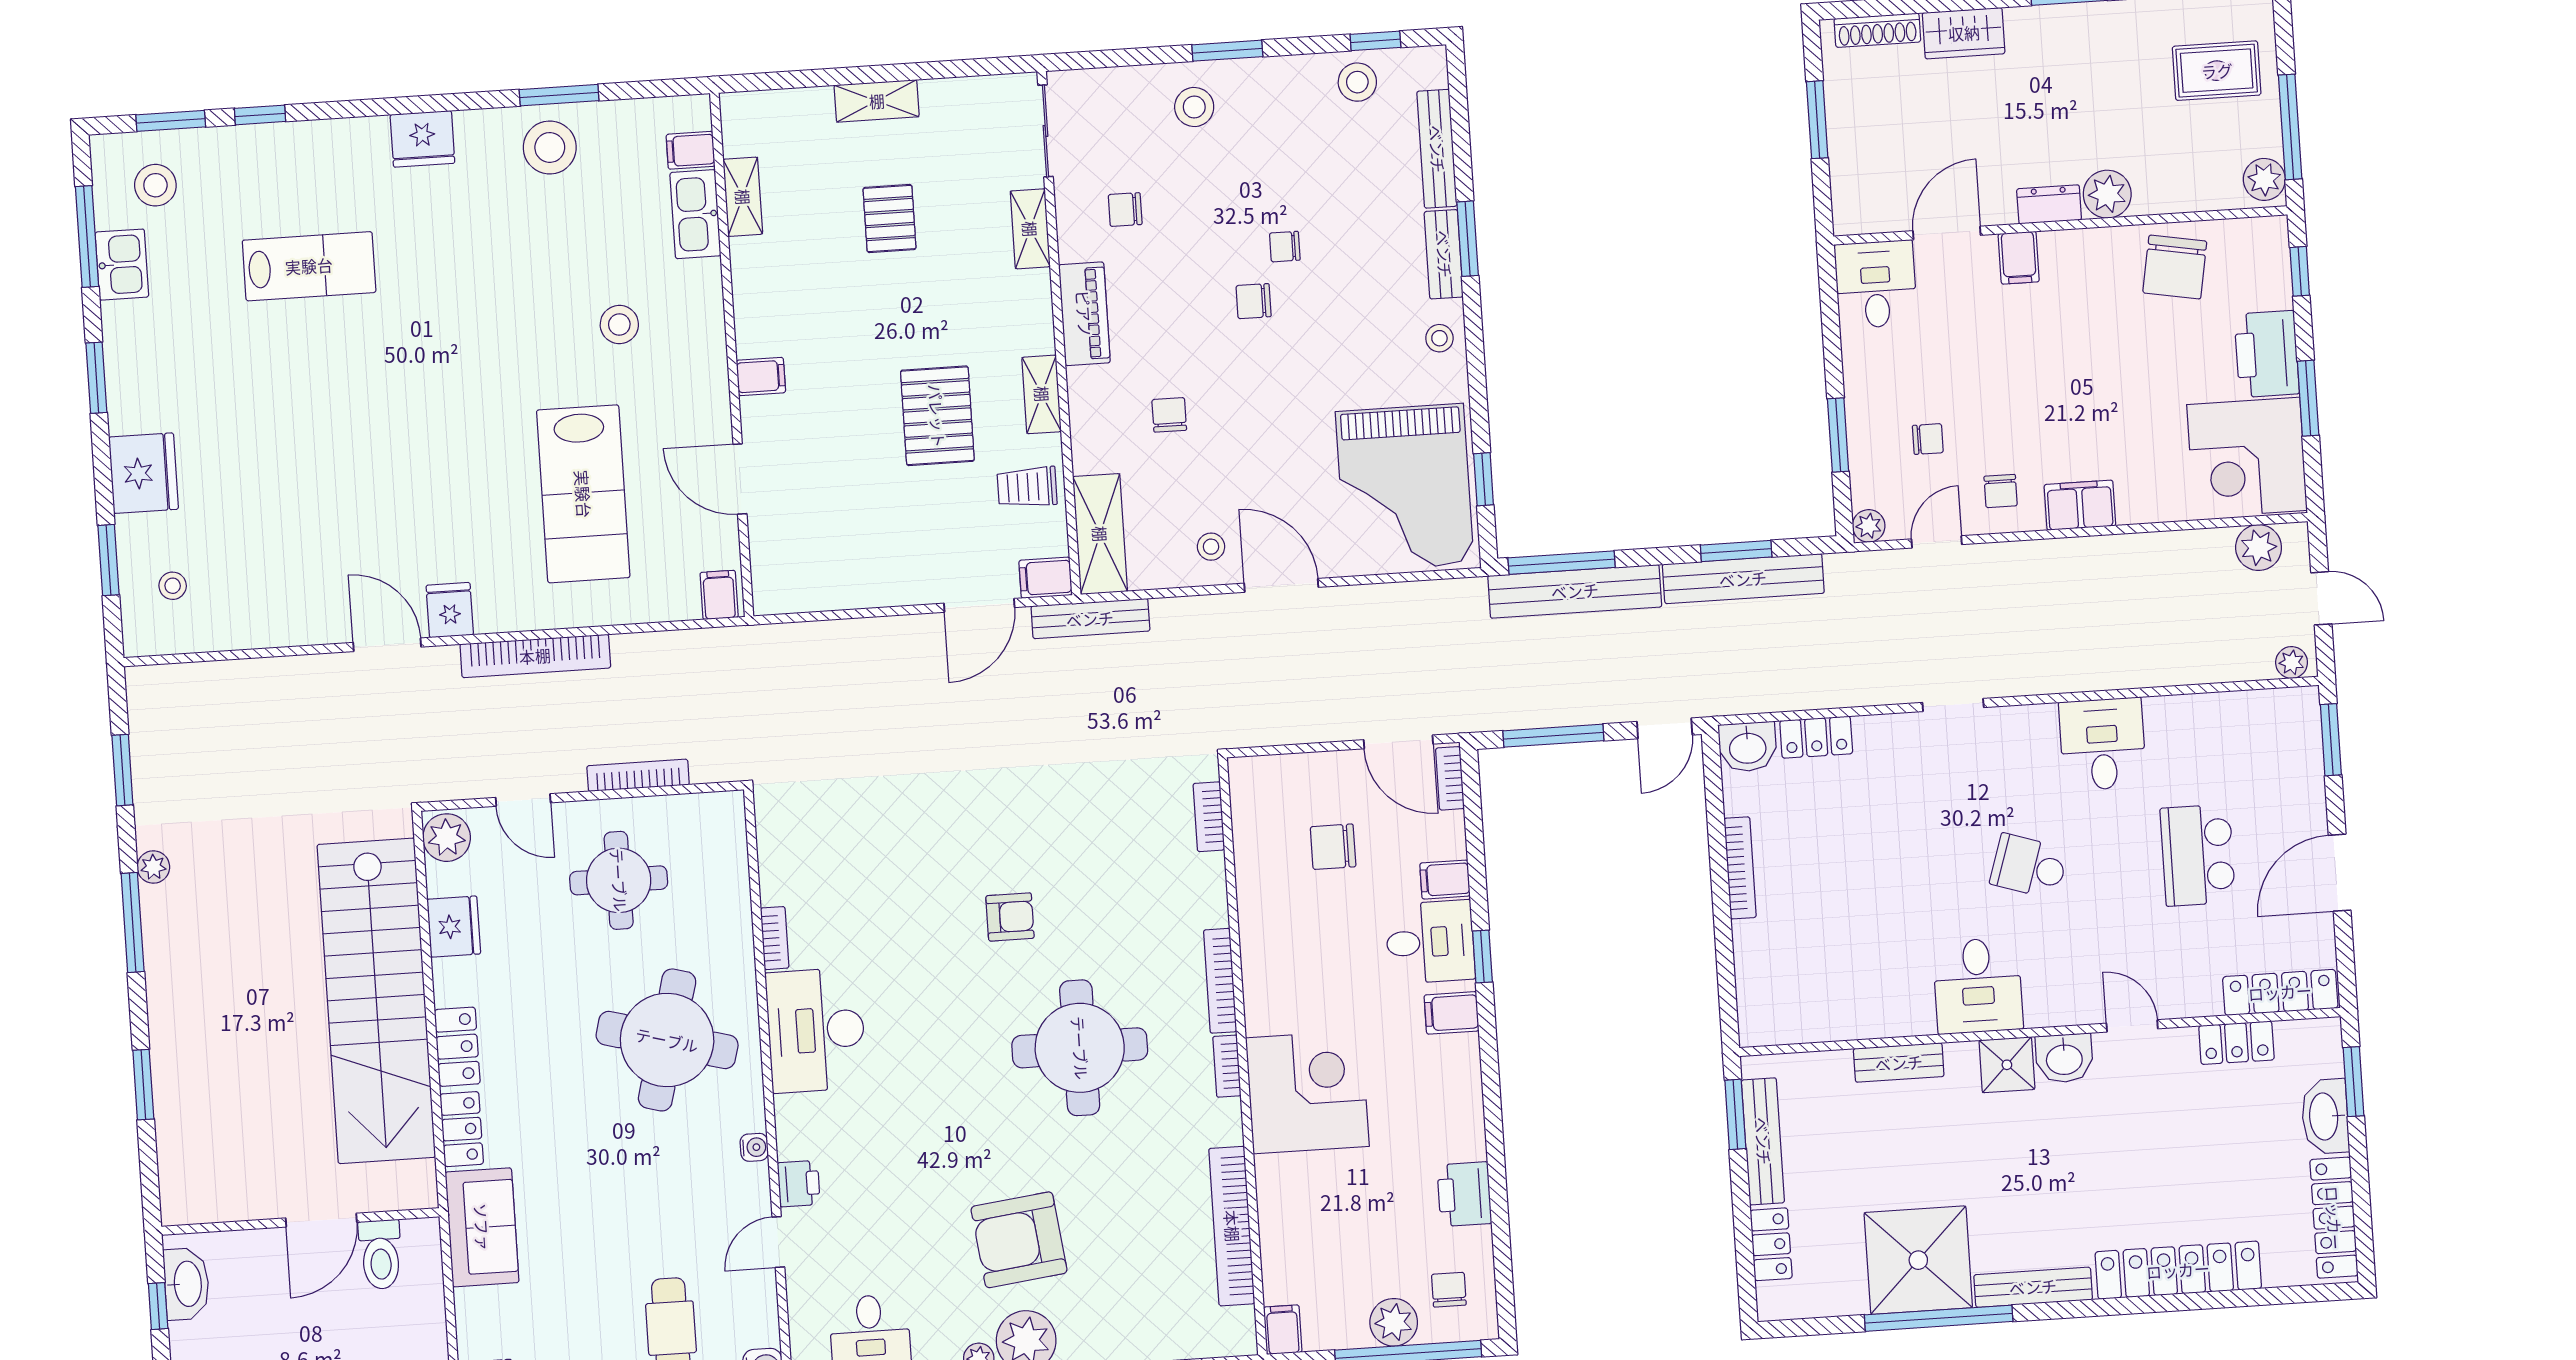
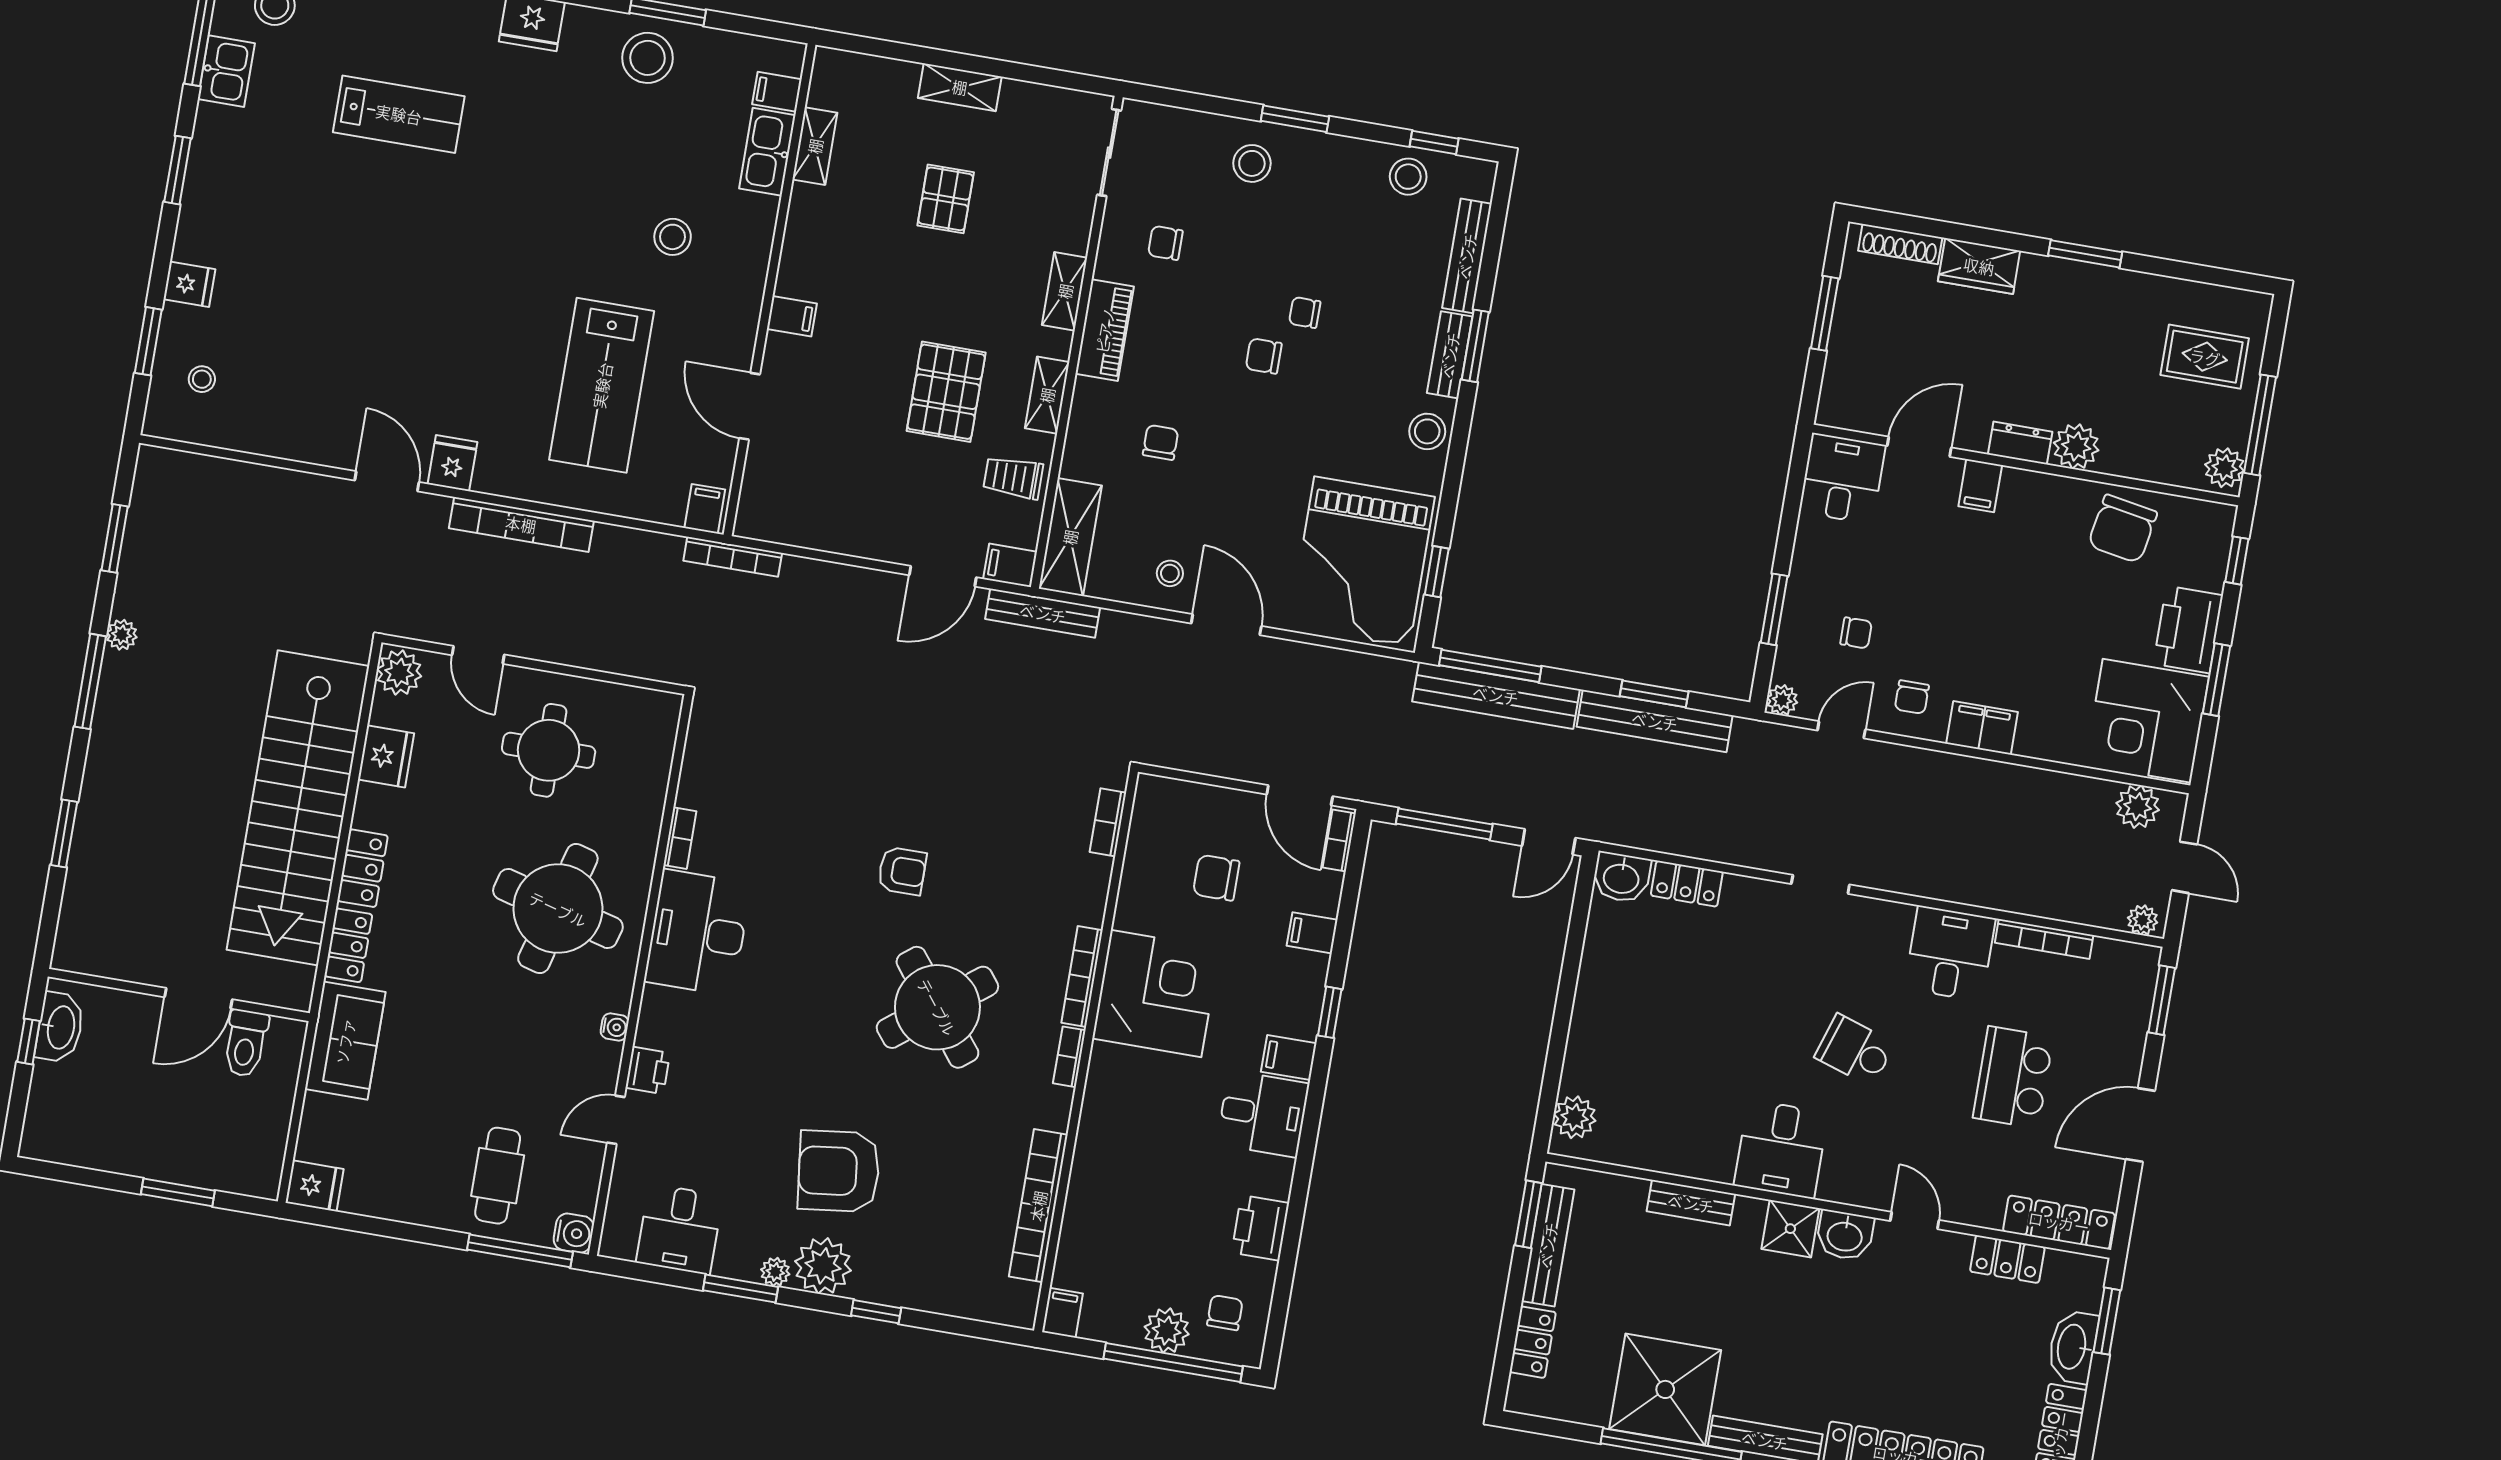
shelving: (1030, 229) -> (1065, 291), moved
stool: (1439, 338) -> (1427, 431), width x1.37, depth x1.37
fridge: (144, 473) -> (189, 284), width x0.53, depth x0.75
bookcase: (638, 775) -> (733, 557), moved, turned 180
bookcase: (1740, 868) -> (2044, 939), moved, turned 90
desk: (1430, 942) -> (1263, 1114), moved
plant: (1759, 1004) -> (1575, 1117), added
round table: (1080, 1048) -> (937, 1007), turned -38
corner desk: (1307, 1092) -> (1156, 994), moved

